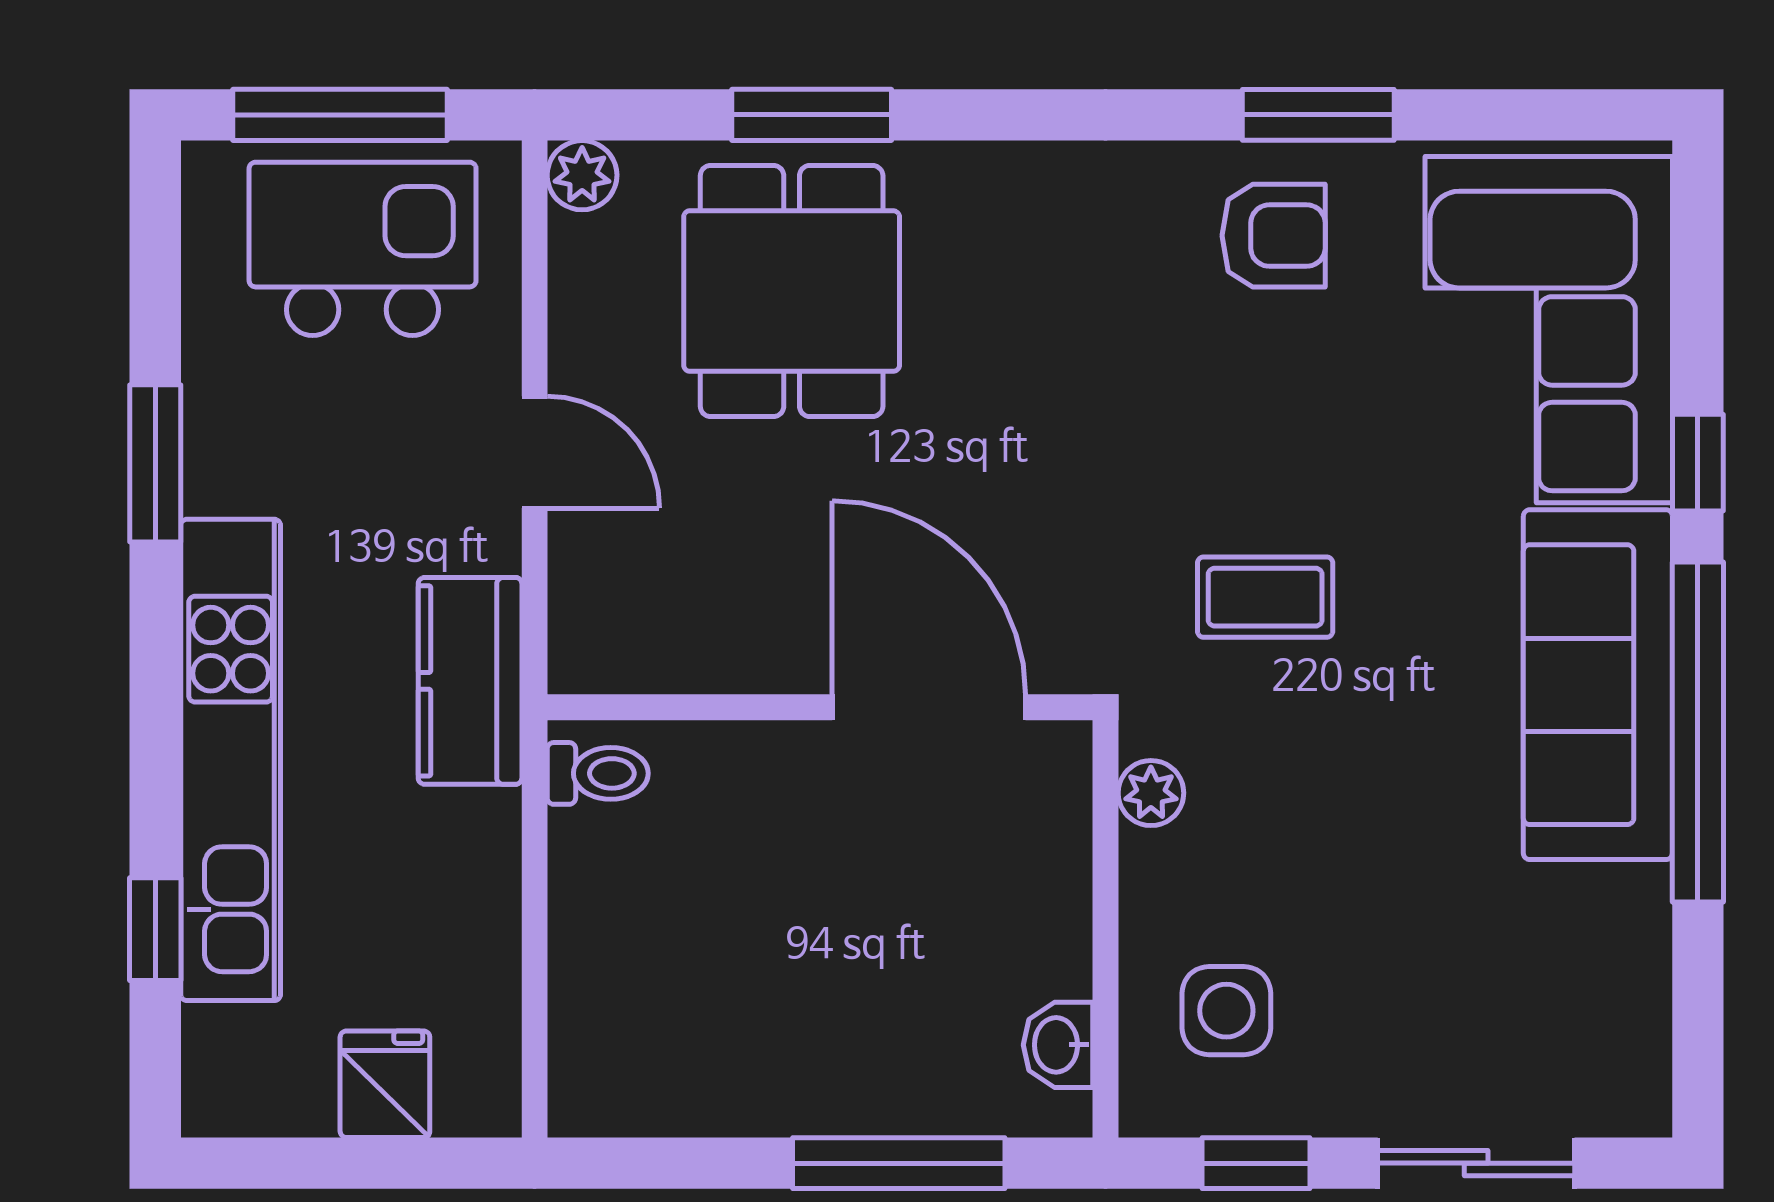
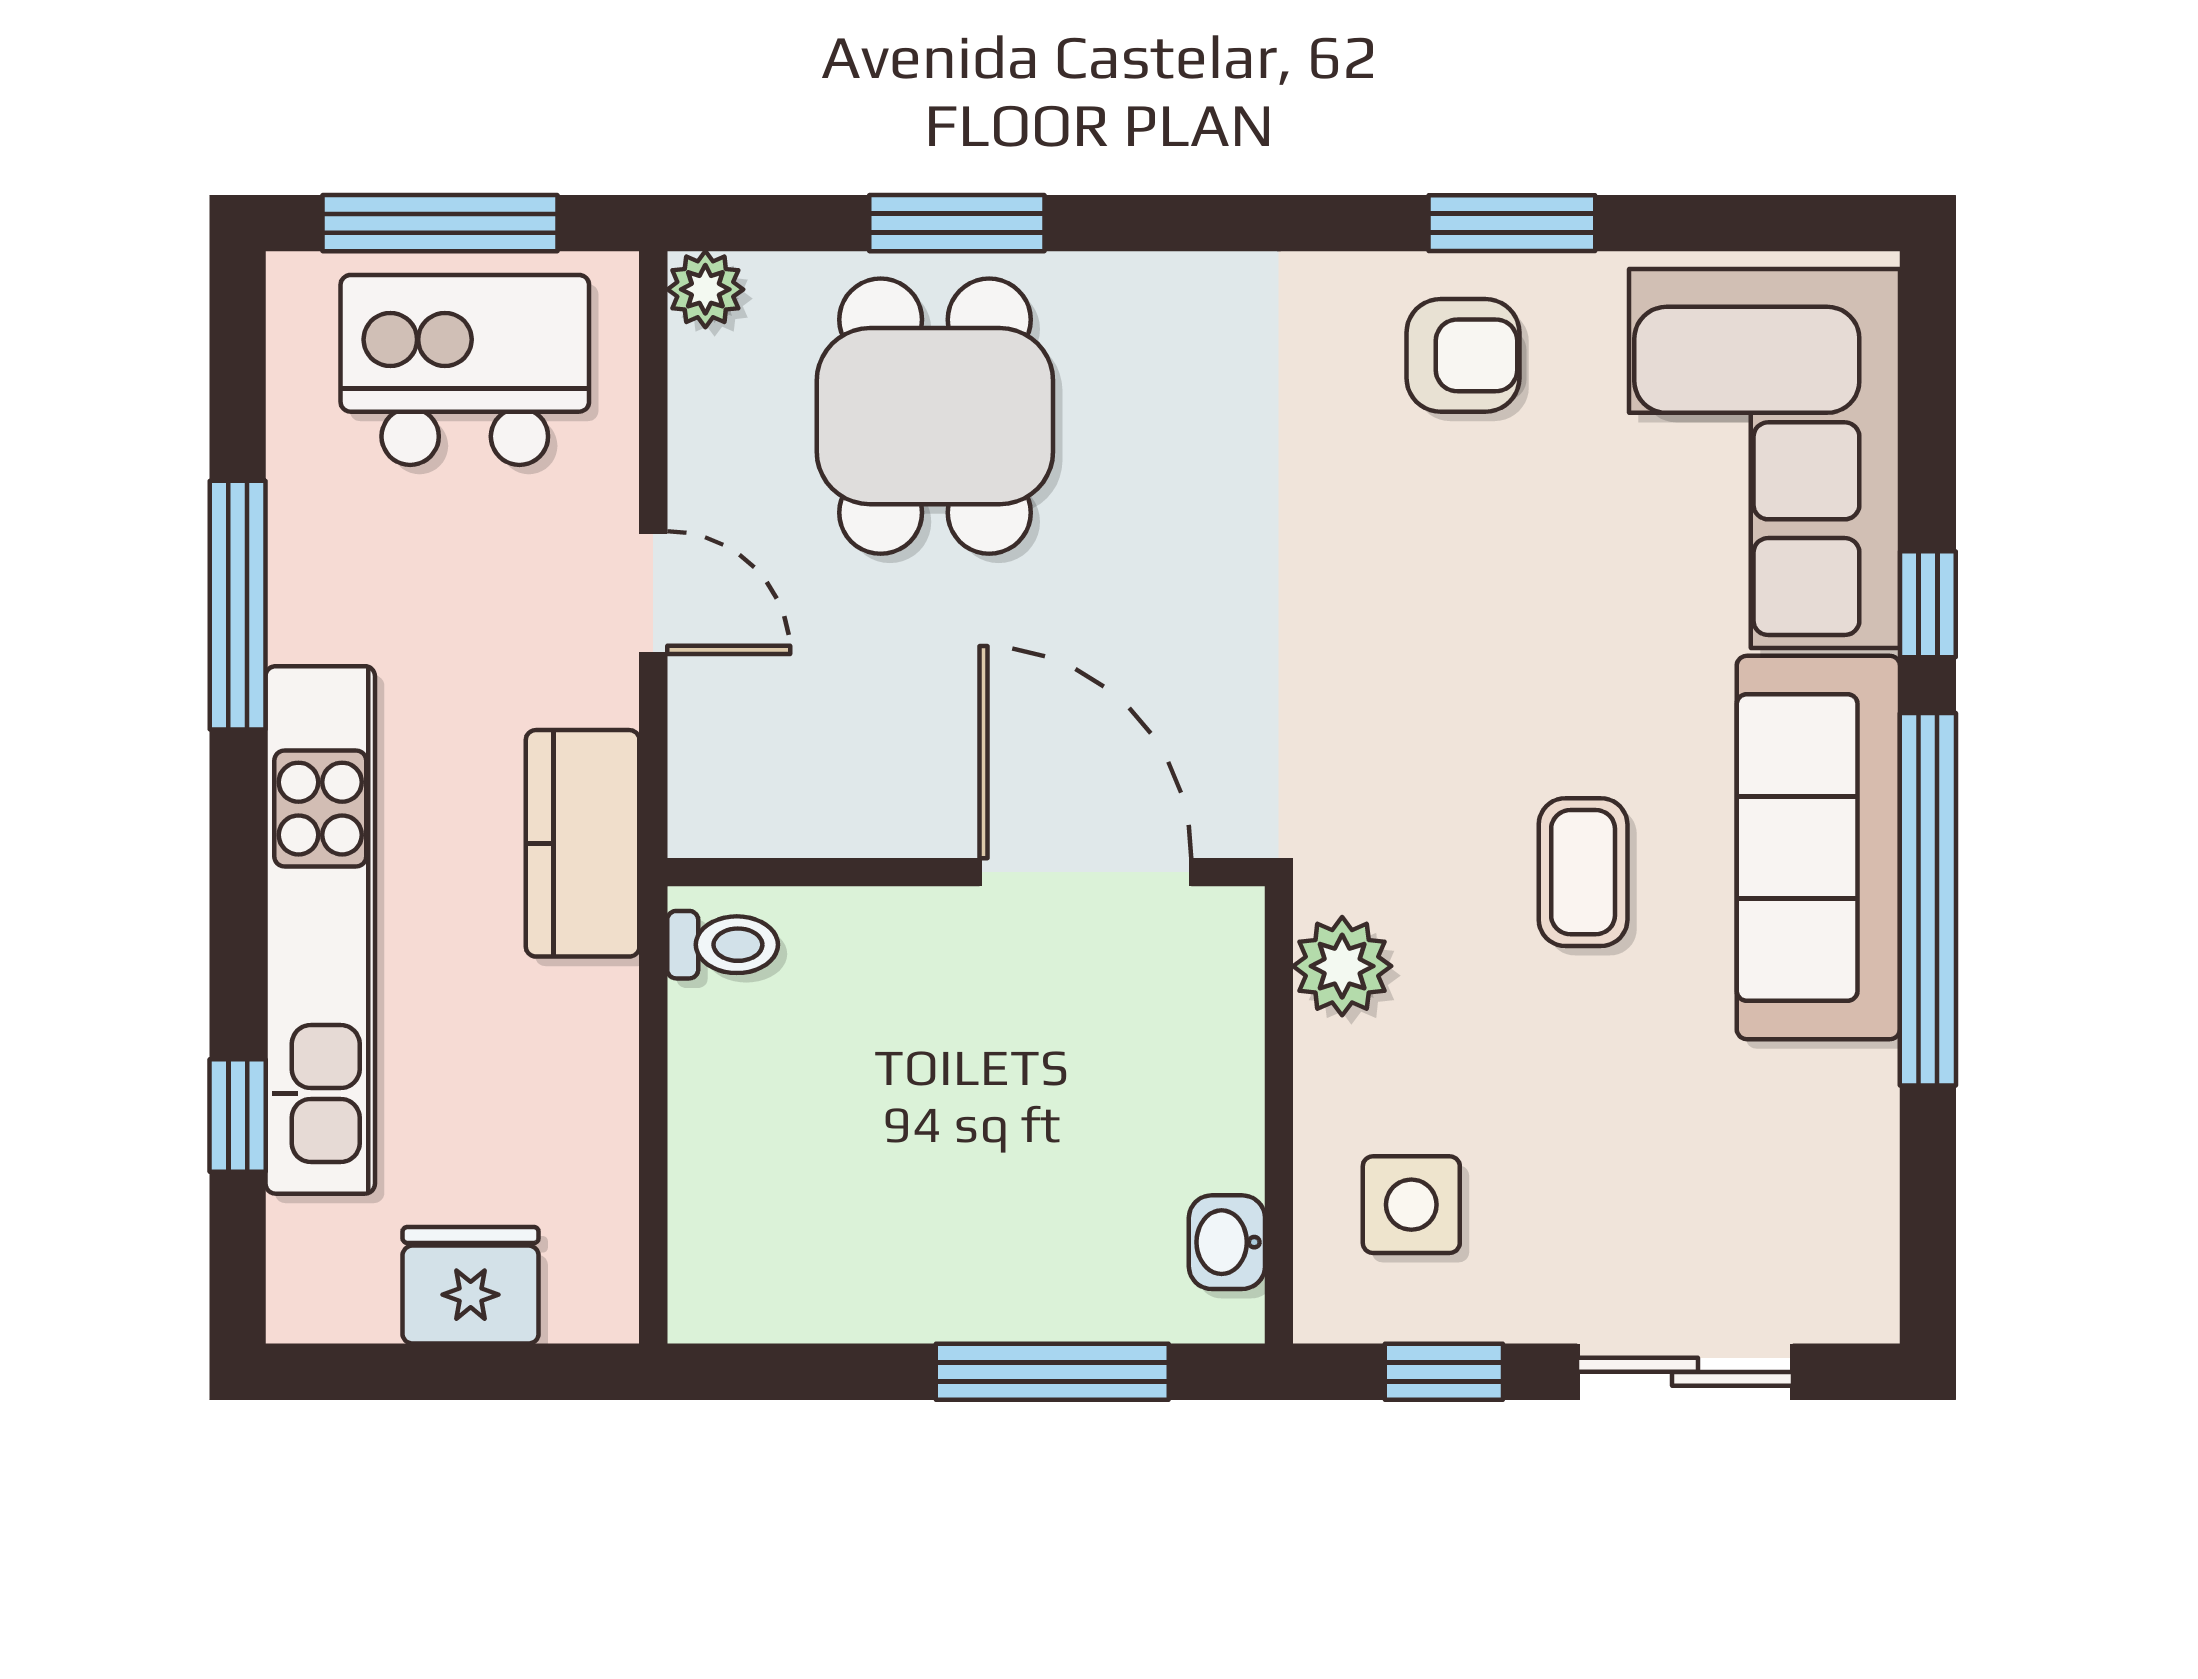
window: (155, 463) -> (238, 605), width x1.44
coffee table: (1265, 597) -> (1583, 872), moved, turned 90
plant: (1151, 793) -> (1342, 966), width x1.38, depth x1.38
fridge: (385, 1084) -> (471, 1285), width x1.38

